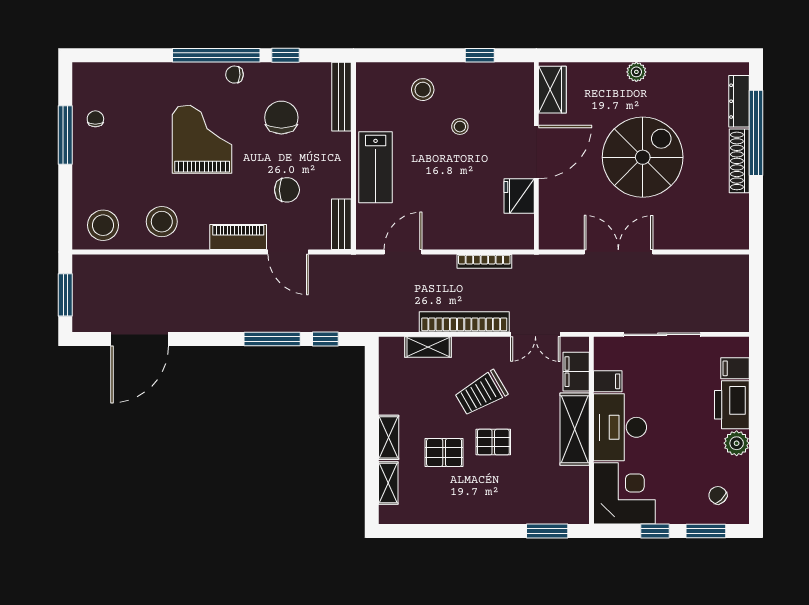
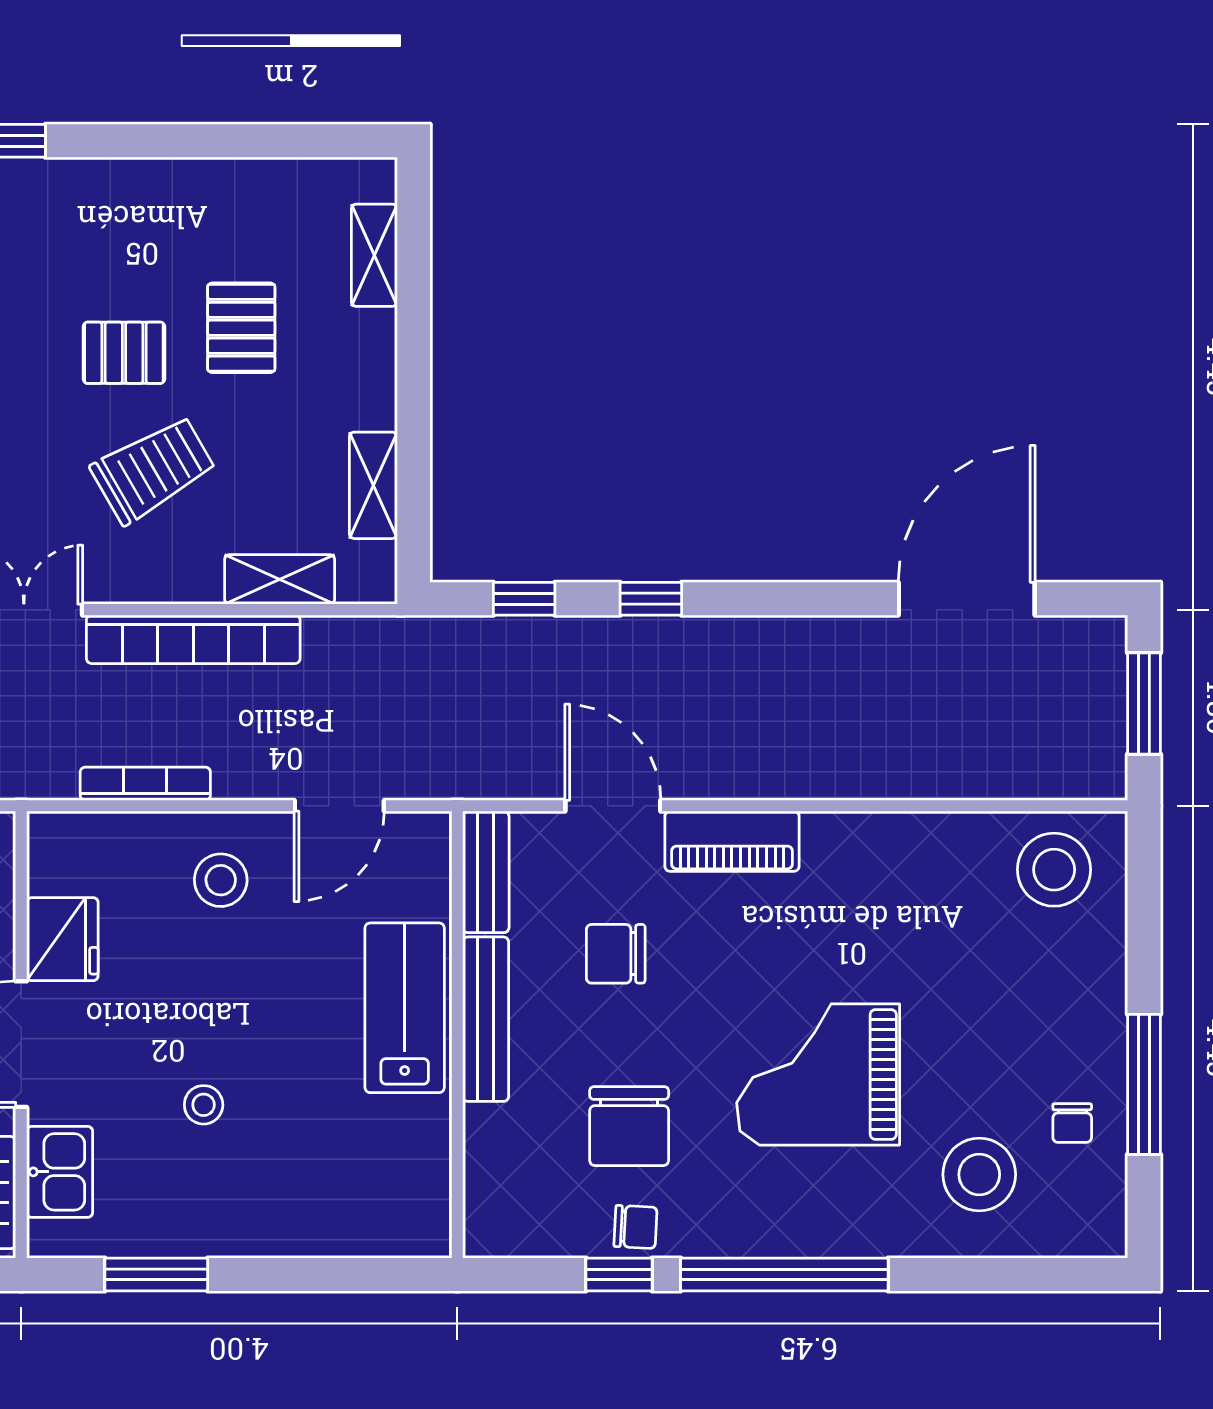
window: (480, 55) -> (156, 1275), width x1.50
chair: (235, 75) -> (635, 1227), moved
stool: (423, 90) -> (221, 880), moved
bench: (342, 97) -> (486, 1019), moved
kitchen sink: (520, 98) -> (60, 1172), added
grand piano: (202, 139) -> (818, 1074), turned 90
stool: (162, 222) -> (979, 1174), moved
window: (272, 339) -> (651, 599), width x0.46
shelving: (389, 437) -> (373, 485), moved
pallet: (444, 453) -> (241, 328), turned 90

